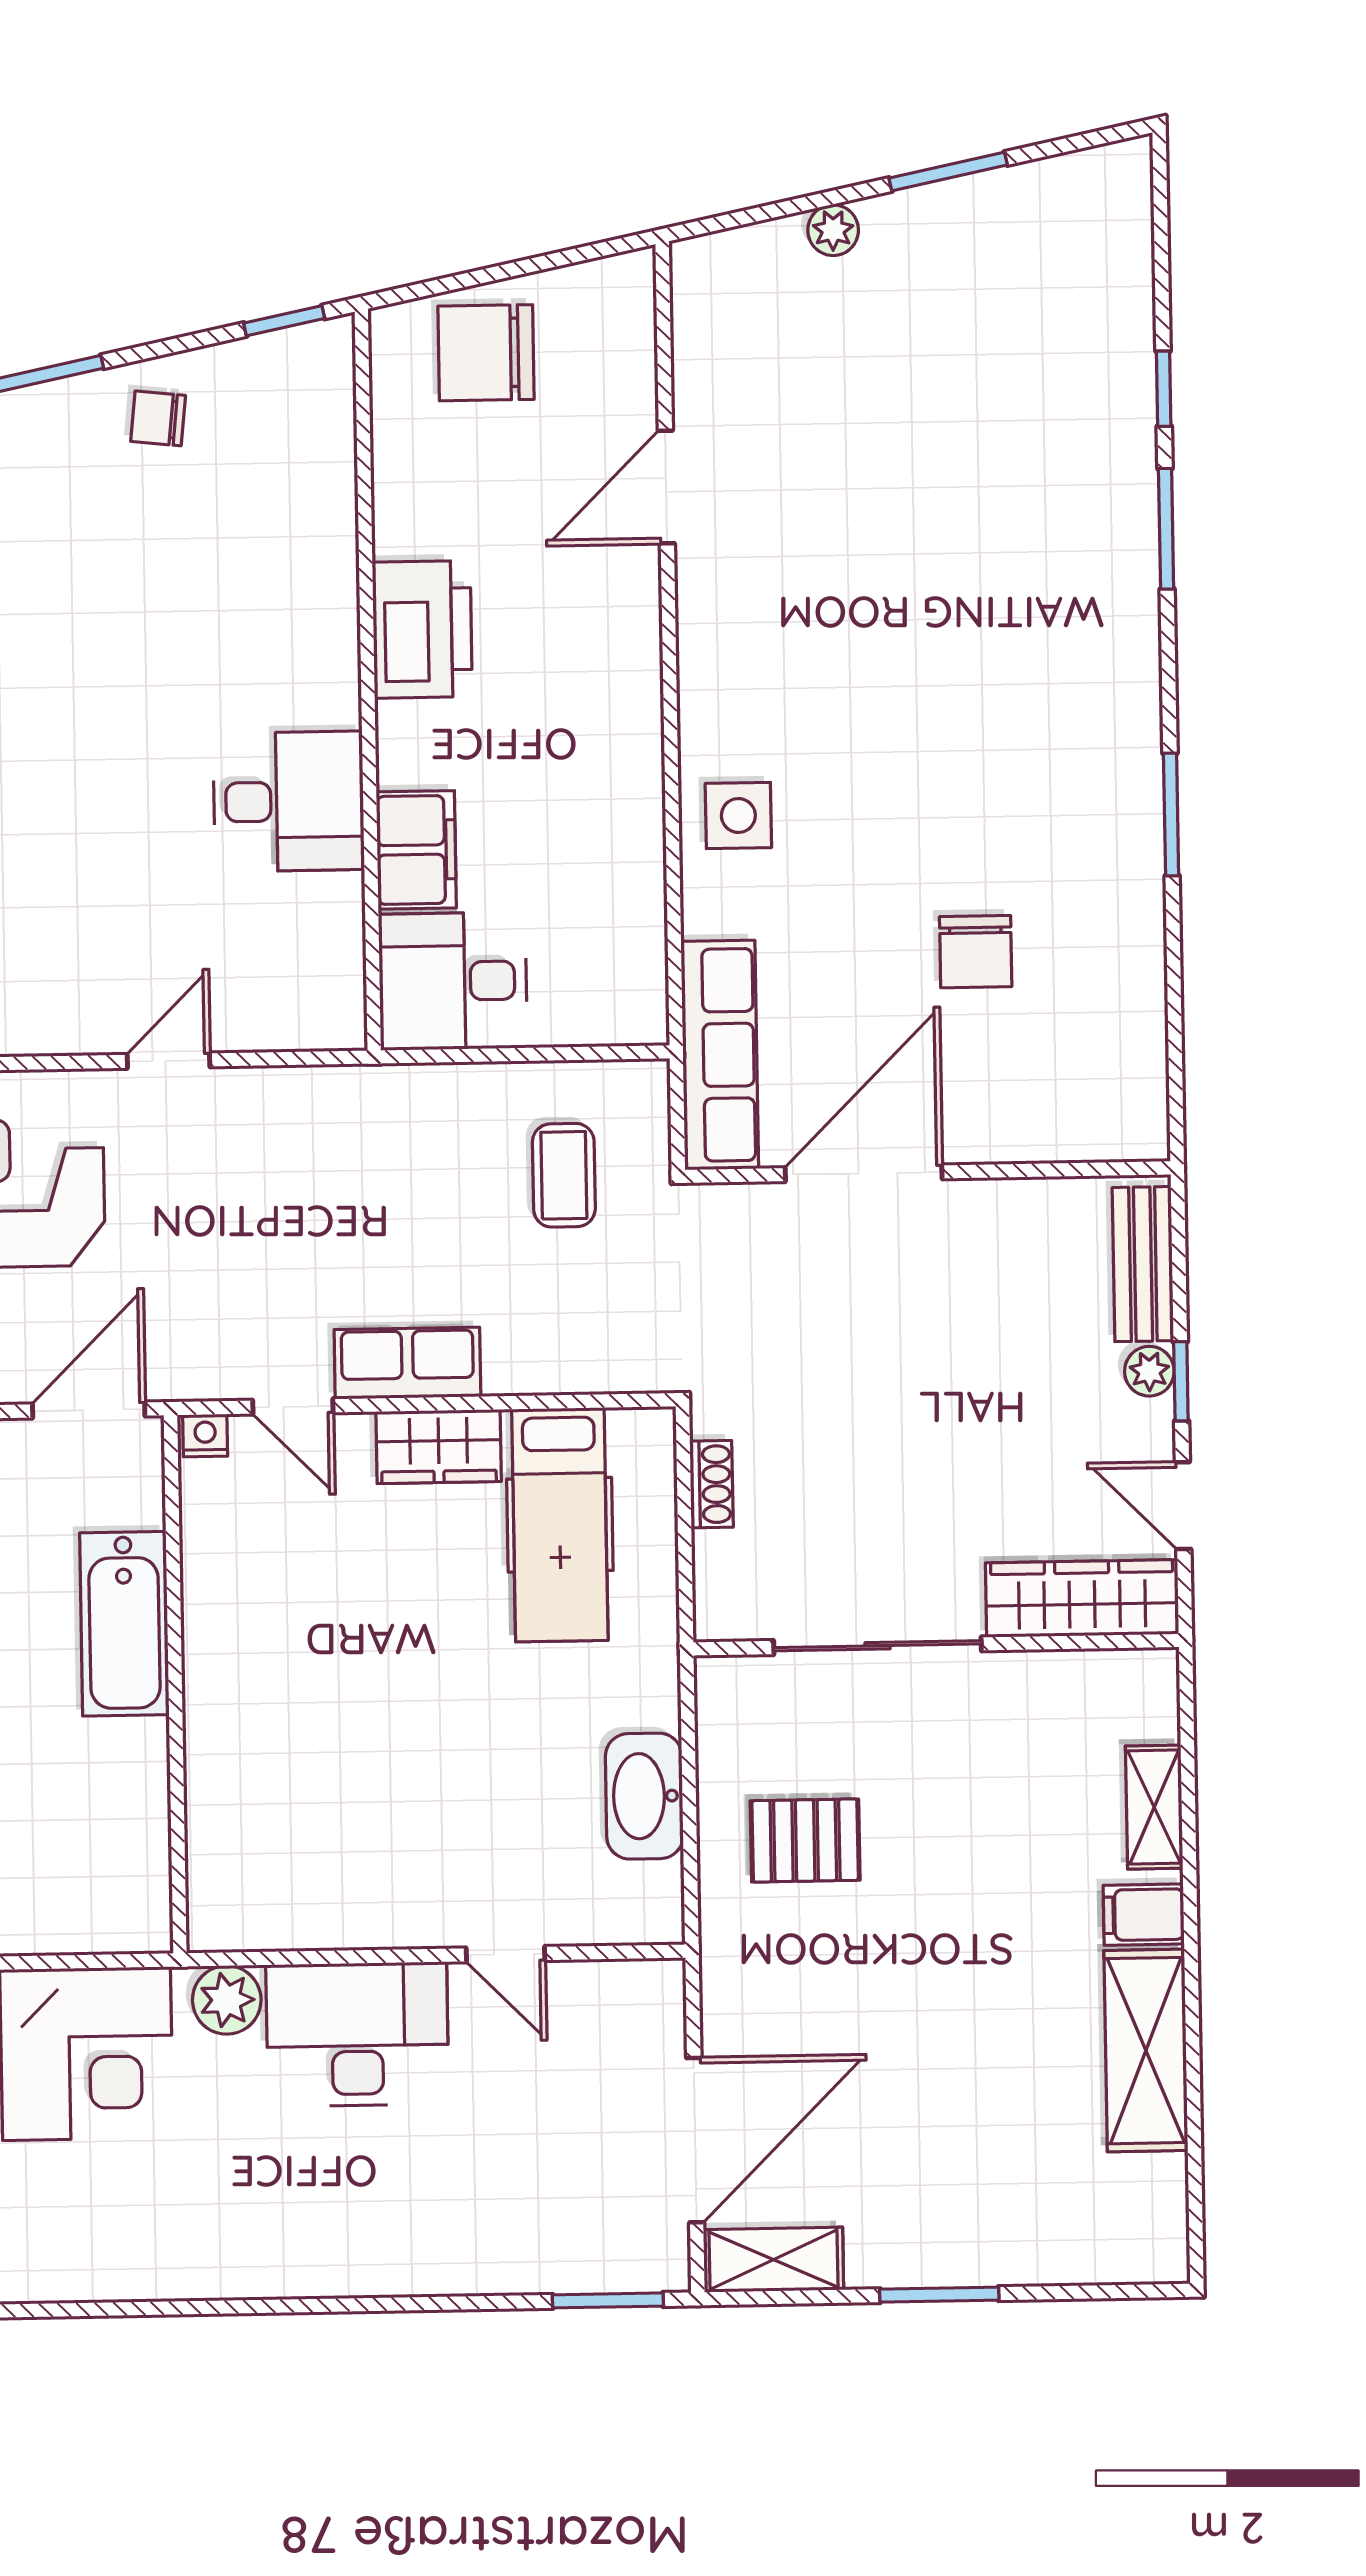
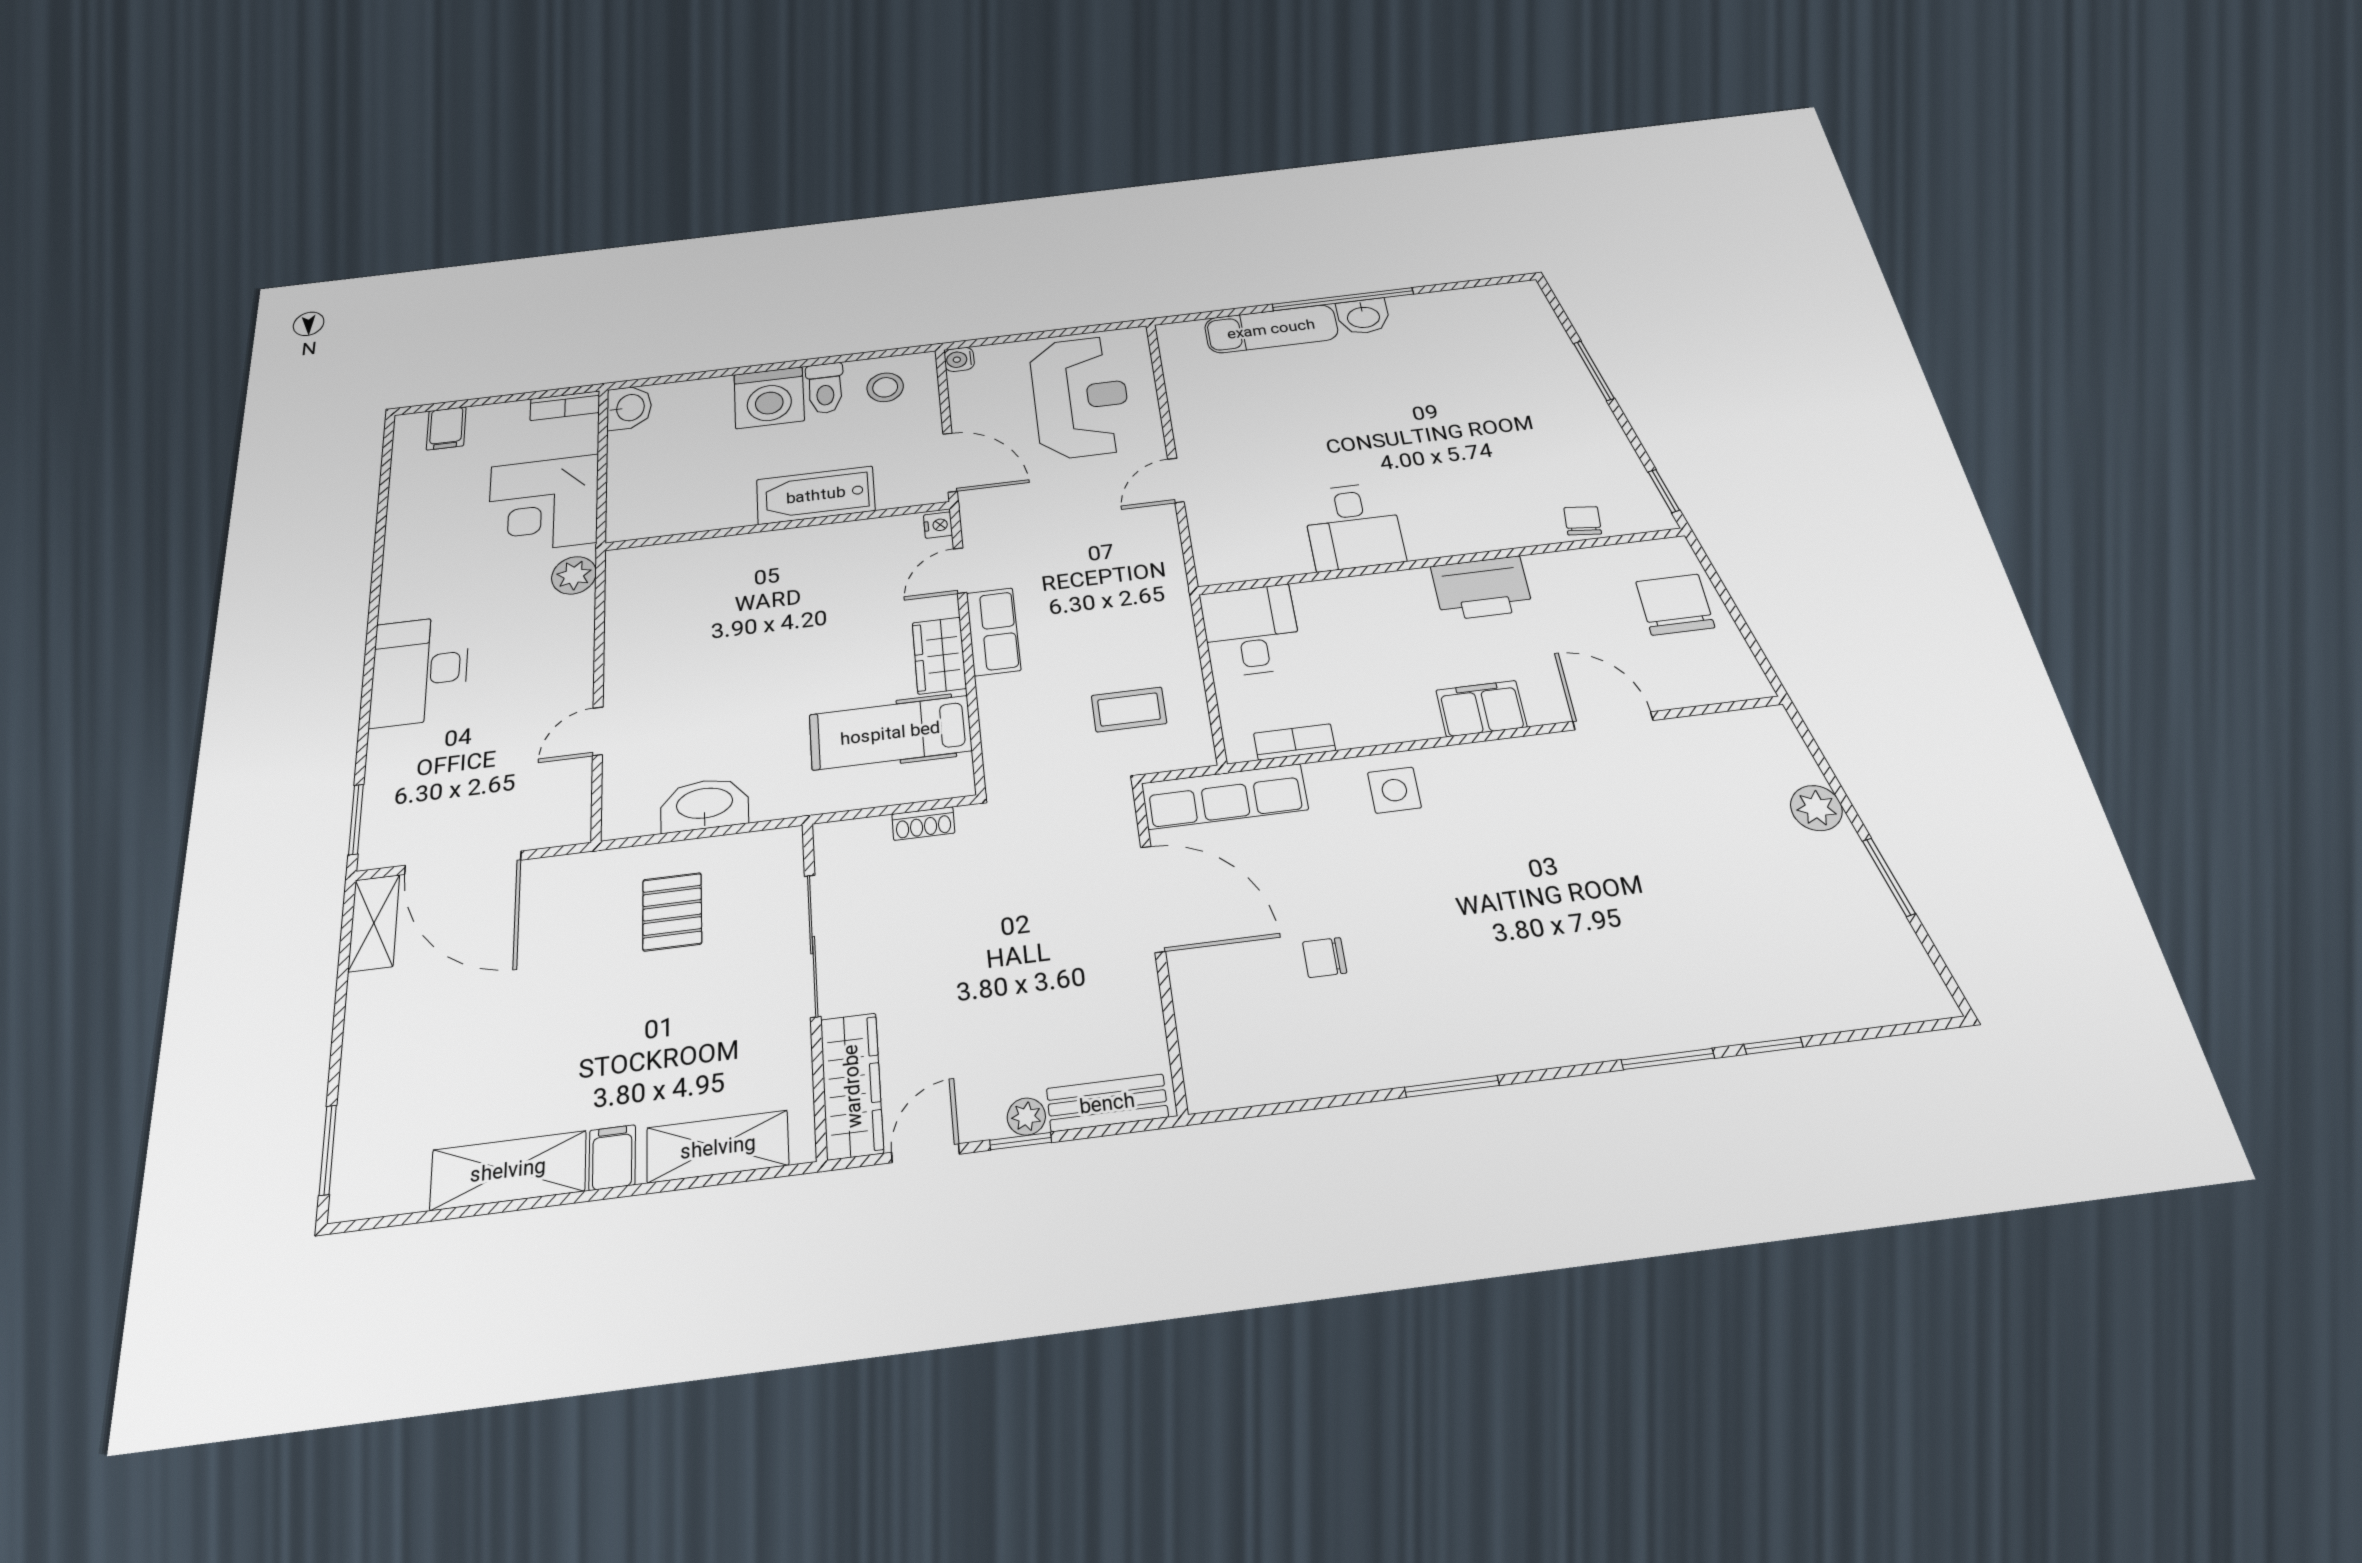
plant: (833, 230) -> (1816, 808), width x1.38, depth x1.38
chair: (158, 418) -> (1583, 521), moved
filing cabinet: (416, 850) -> (1481, 709), moved, turned 180
bookcase: (645, 944) -> (1294, 742), added
chair: (976, 952) -> (1325, 958), width x0.73, depth x0.73
door: (168, 1061) -> (1176, 480), swing flipped
shelving: (1154, 1807) -> (718, 1147), width x1.50, depth x1.33
desk: (357, 2034) -> (420, 671), moved, turned 180
window: (939, 2295) -> (328, 1150), moved

